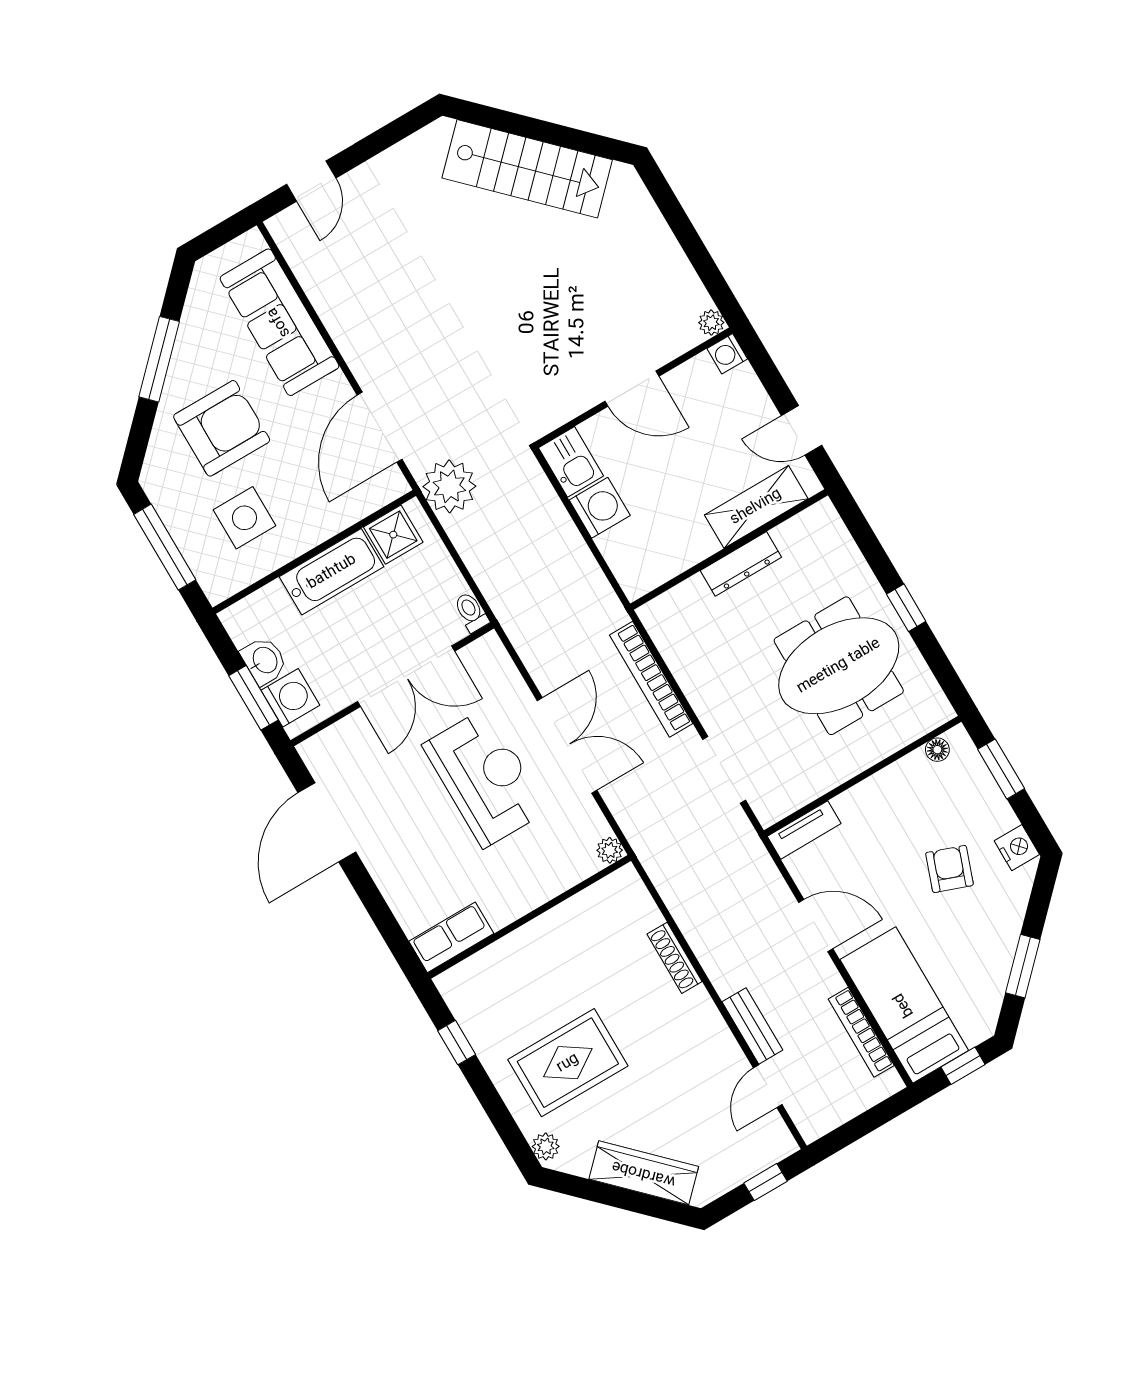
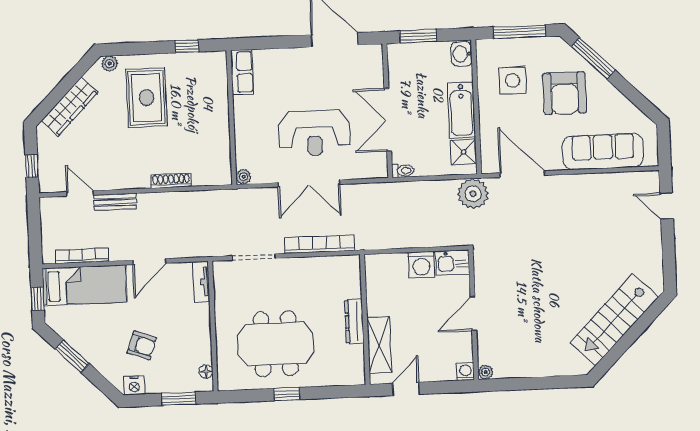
window: (159, 359) -> (593, 58), moved
washbasin: (264, 661) -> (462, 54), moved, turned 90
meeting table: (839, 666) -> (276, 344), turned 90
washing machine: (290, 698) -> (408, 55), removed

